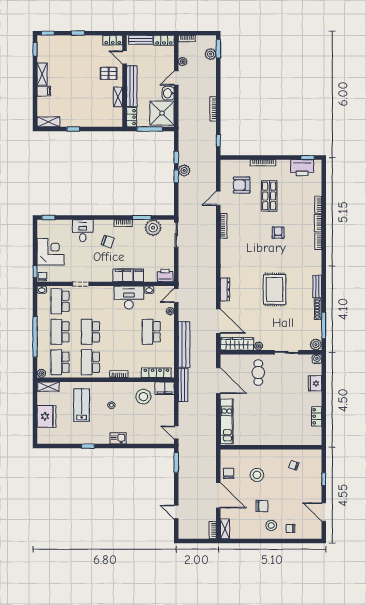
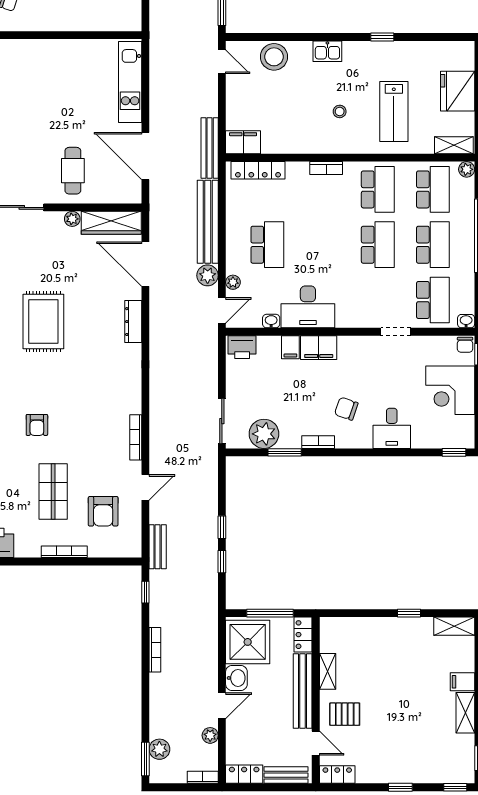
bench: (212, 165) -> (158, 547), added
plant: (184, 170) -> (208, 275), moved
armchair: (242, 185) -> (103, 511), turned 90
stool: (143, 397) -> (274, 57), moved

